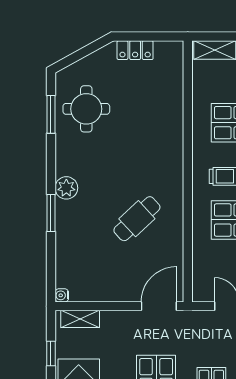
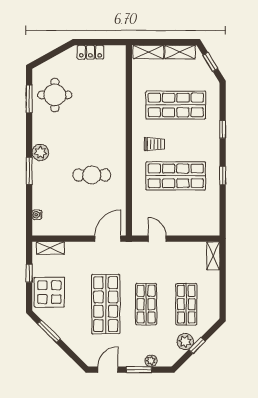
cafe table: (137, 219) -> (92, 175), turned 43
water cooler: (62, 295) -> (37, 215), moved

